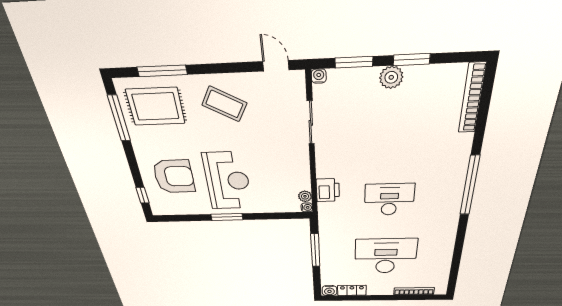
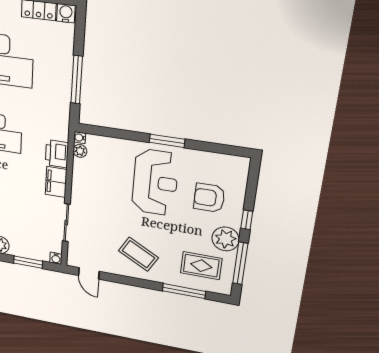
rug: (156, 107) -> (201, 266), width x0.73, depth x0.70
plant: (144, 141) -> (226, 239), added
filing cabinet: (326, 164) -> (56, 182), added
armchair: (174, 176) -> (209, 198), width x0.73, depth x0.73
reception desk: (228, 181) -> (155, 182), turned 180
window: (143, 195) -> (247, 220), moved

